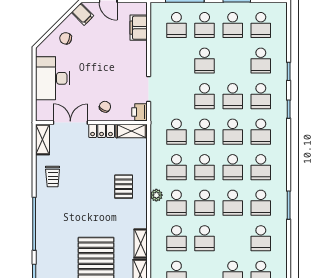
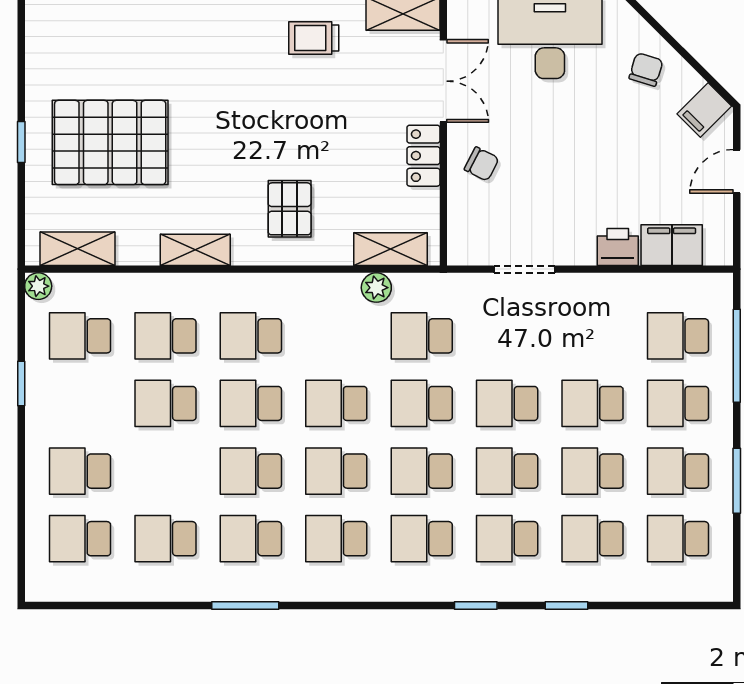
printer: (139, 112) -> (618, 247), moved
shelving: (131, 131) -> (390, 249), moved, turned 90
school desk: (176, 167) -> (593, 471), moved
pallet: (124, 187) -> (290, 209), turned 90
plant: (156, 195) -> (376, 288), moved
shelving: (141, 244) -> (195, 250), moved

